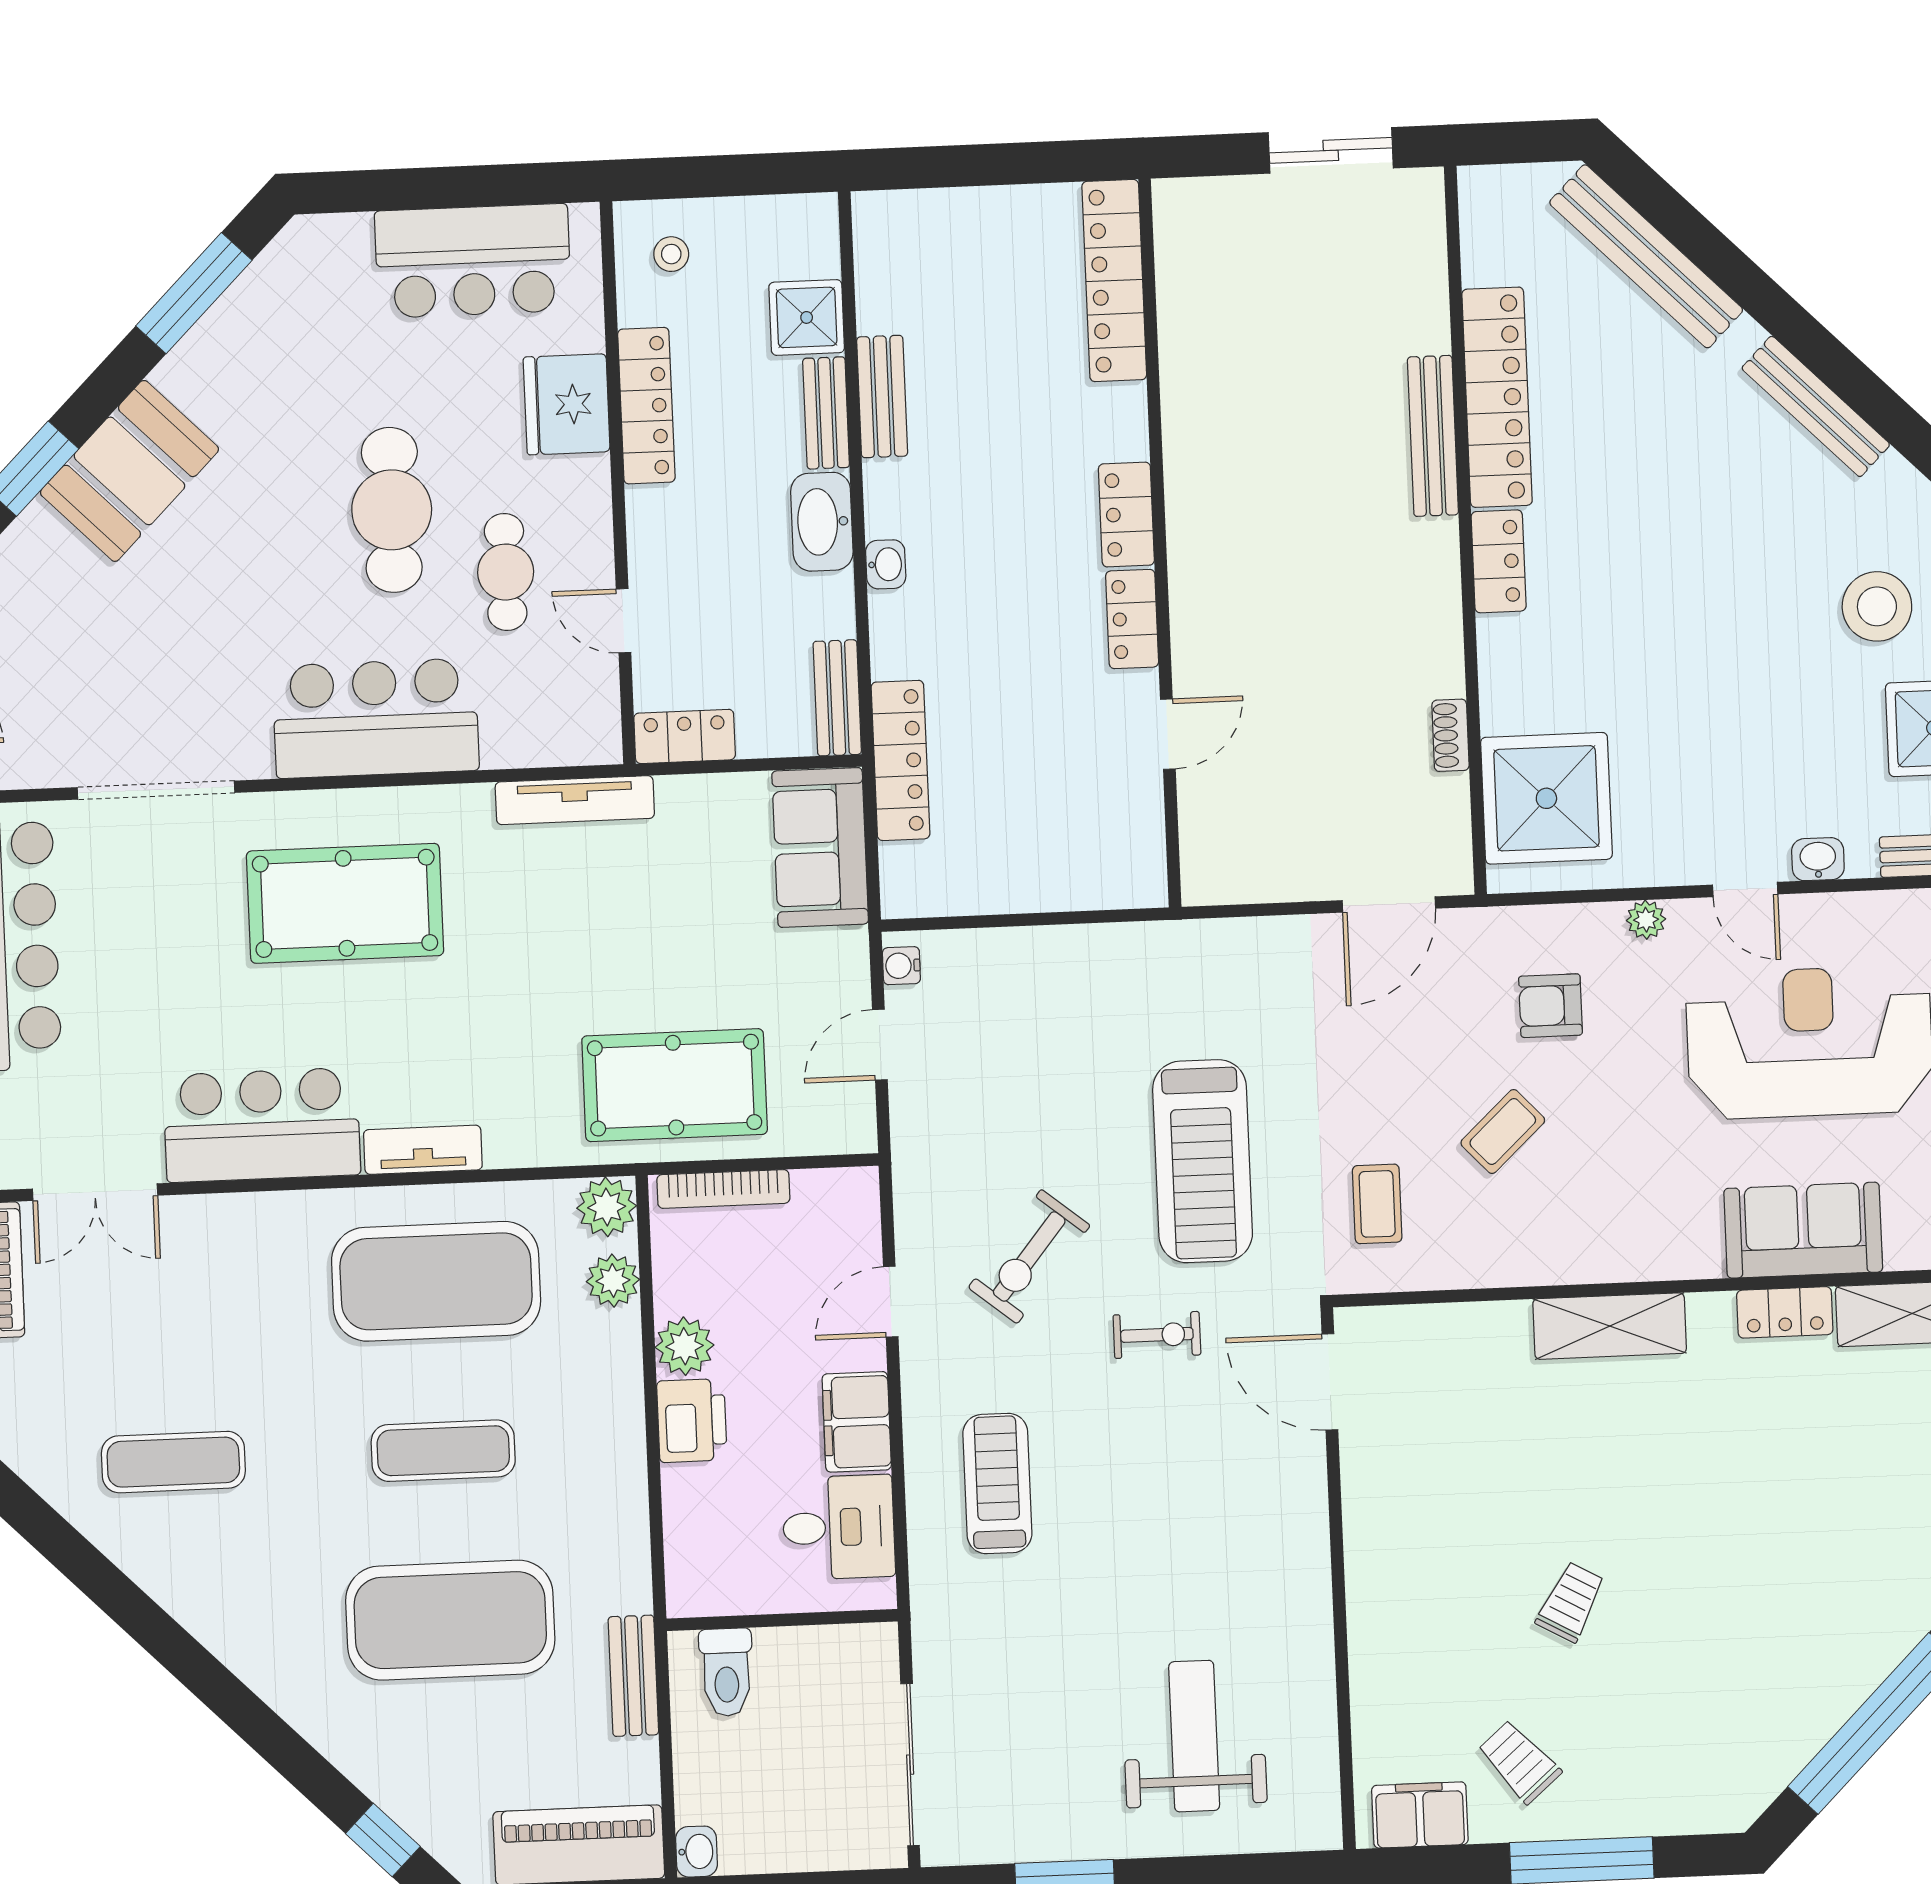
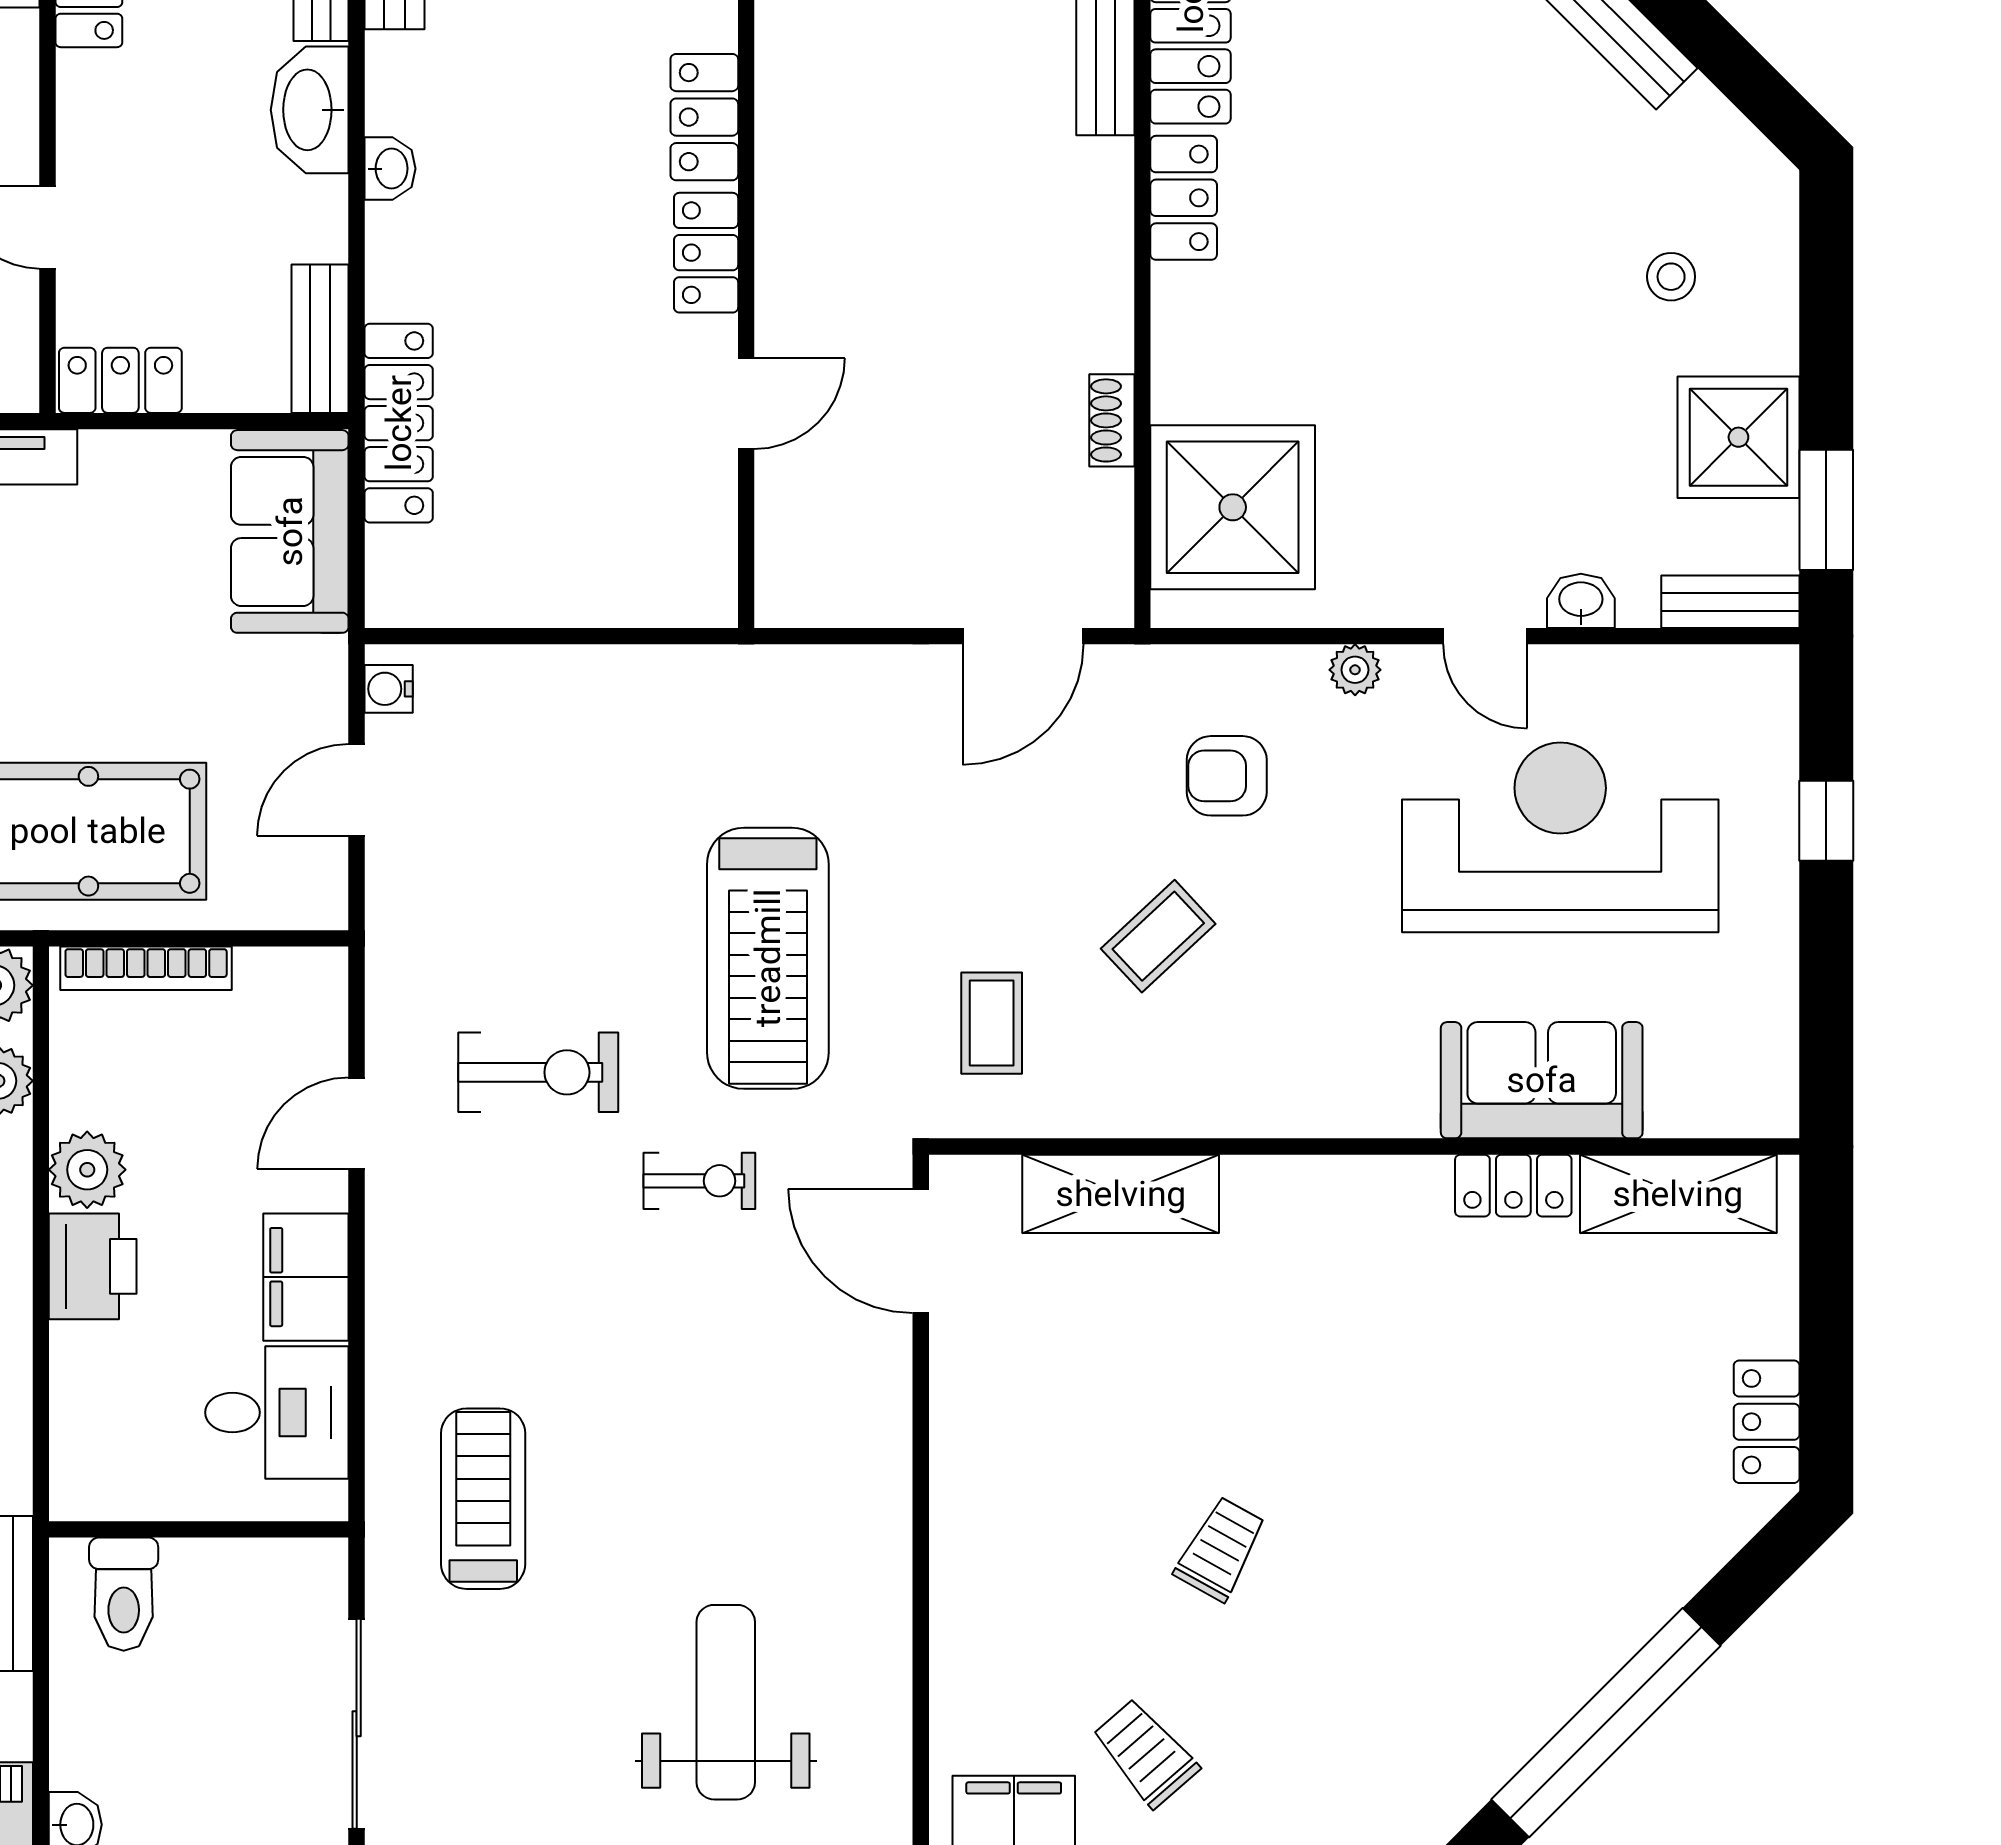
stool: (1877, 606) -> (1671, 277), width x0.53, depth x0.53
exercise bike: (1029, 1257) -> (538, 1072), turned -129
shelving: (1610, 1326) -> (1121, 1194), moved
treadmill: (997, 1484) -> (483, 1499), moved

